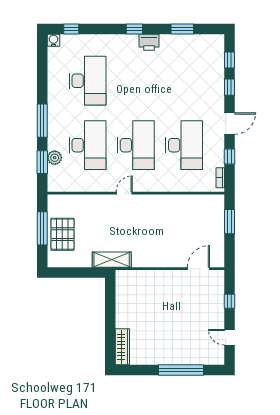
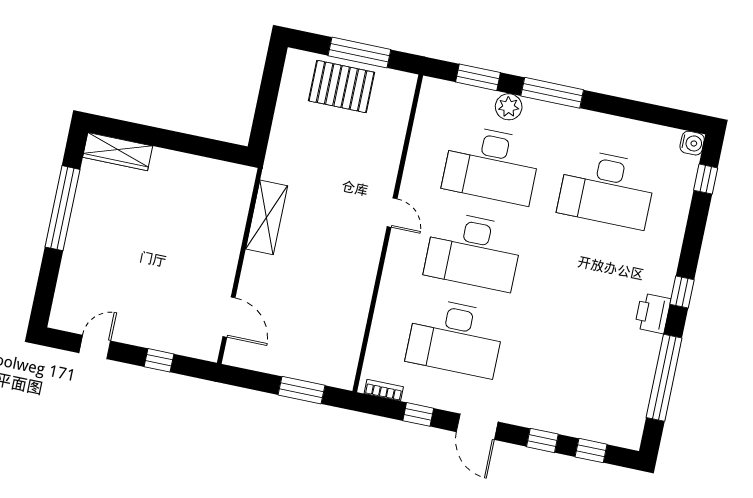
window: (182, 29) -> (664, 378), width x2.11
plant: (55, 158) -> (509, 107), moved
shelving: (112, 260) -> (267, 217), moved
window: (181, 370) -> (62, 208), moved

